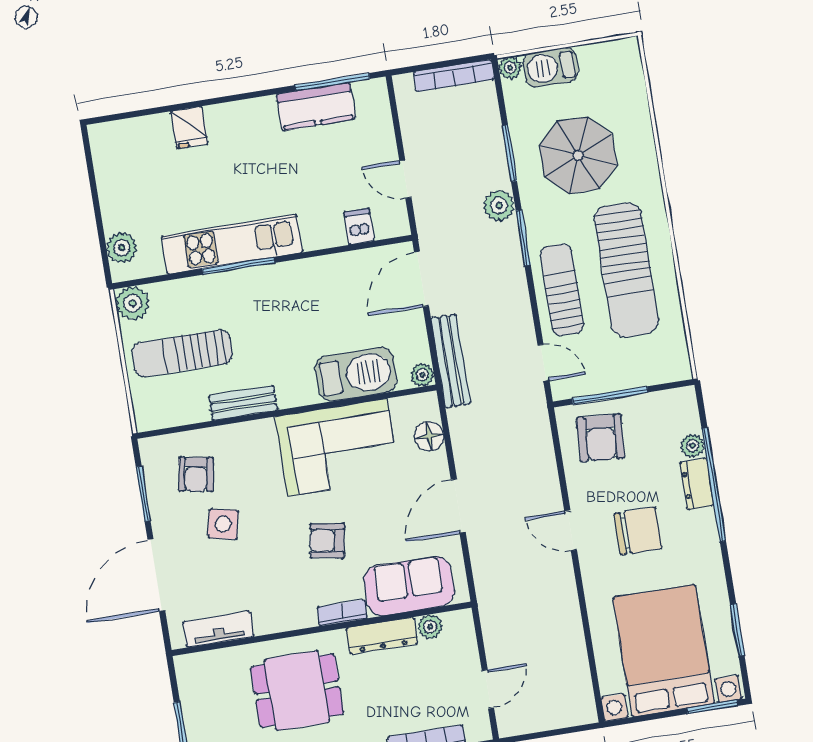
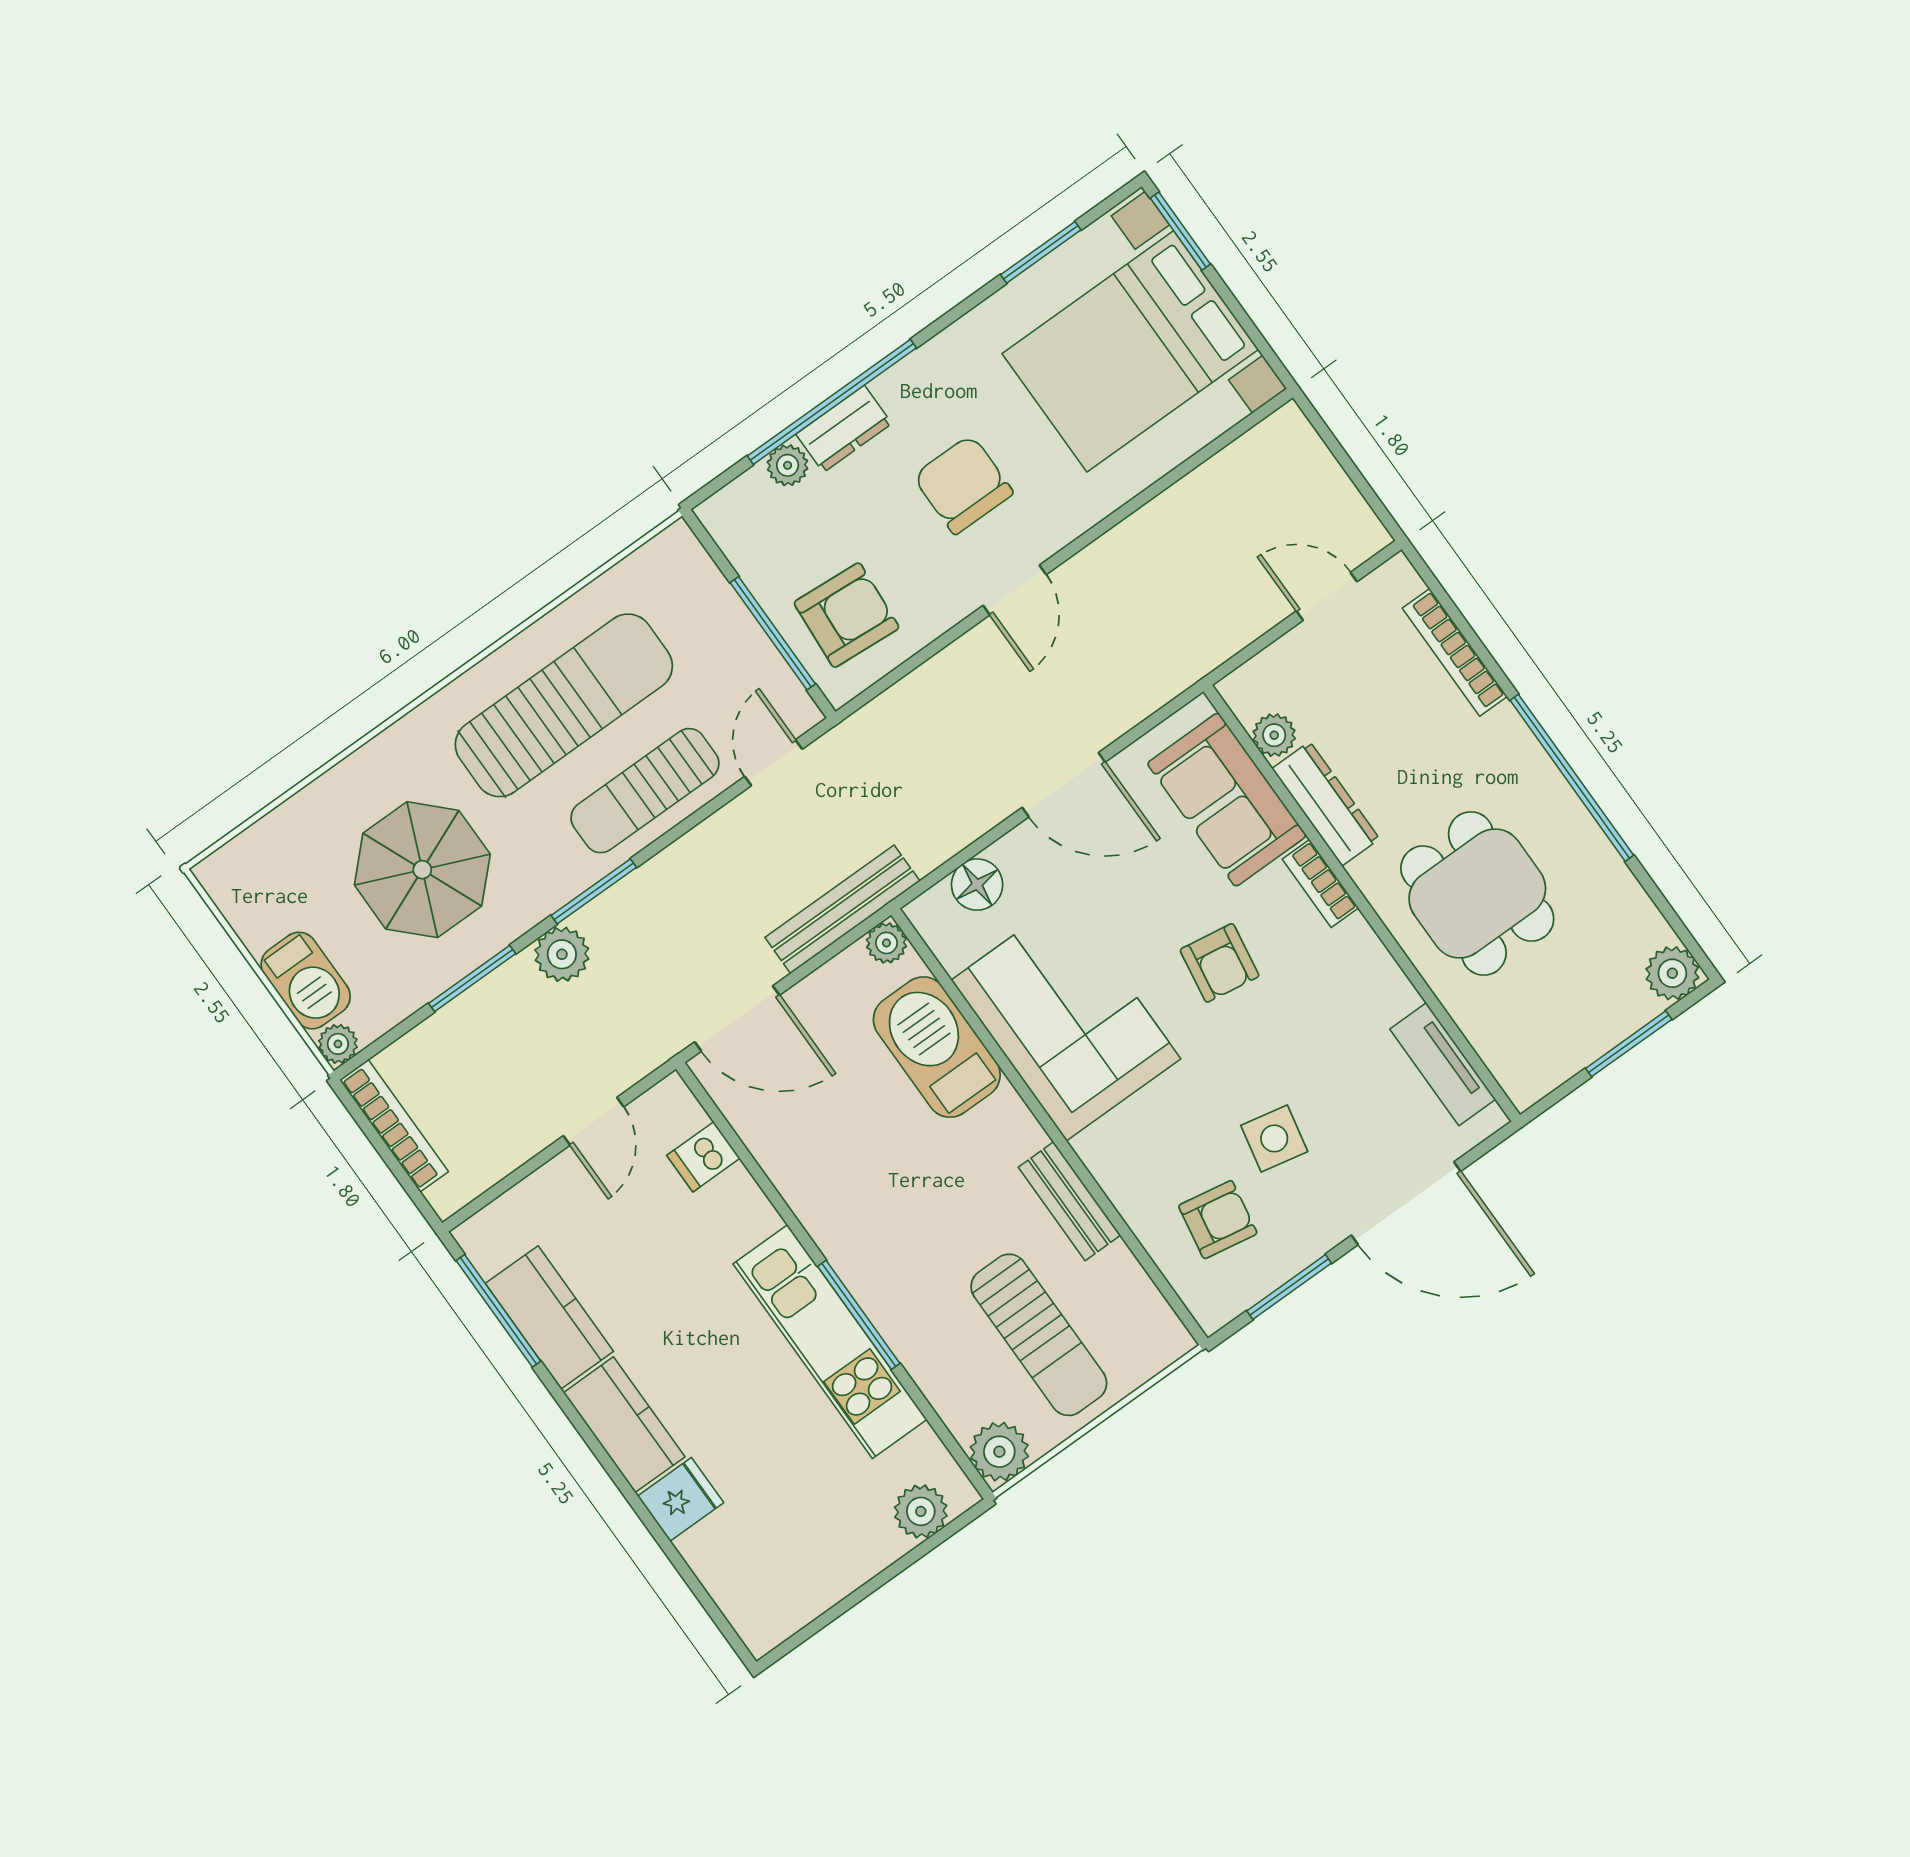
kitchen counter: (242, 118) -> (624, 1425), added

